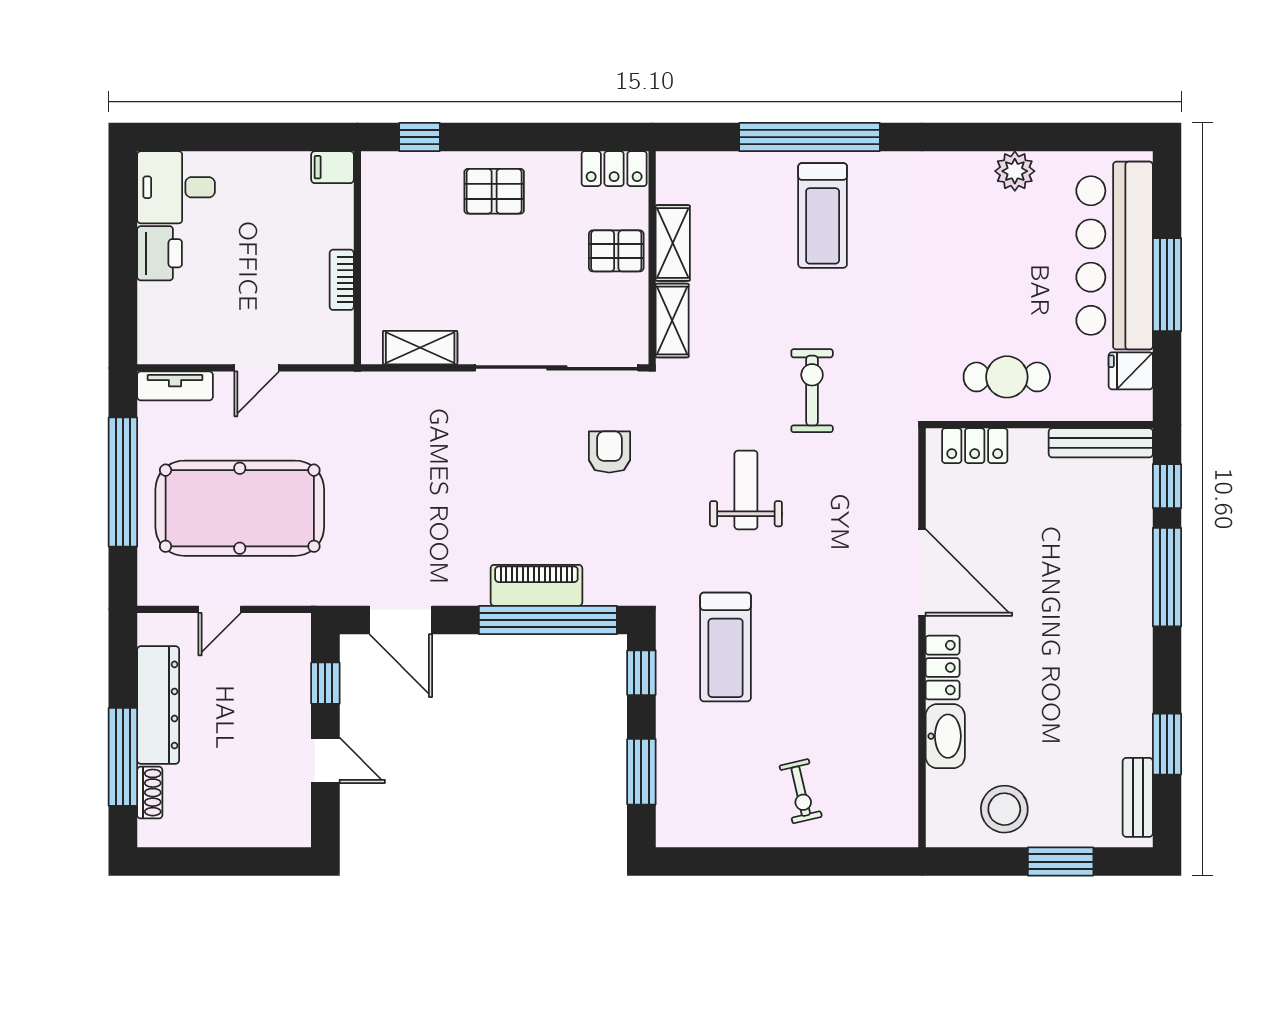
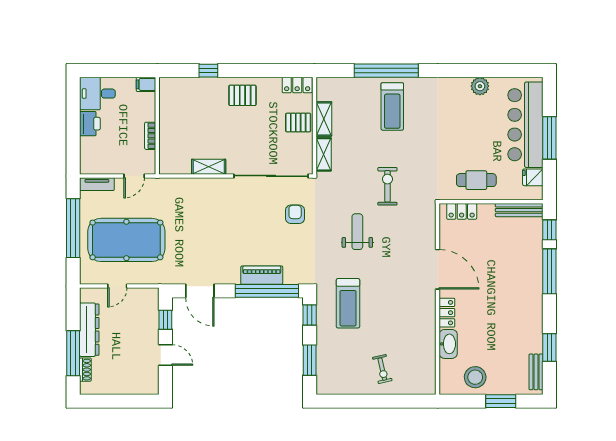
filing cabinet: (332, 167) -> (146, 84), moved
wall: (357, 258) -> (157, 126), moved
bookcase: (342, 280) -> (150, 136), moved

